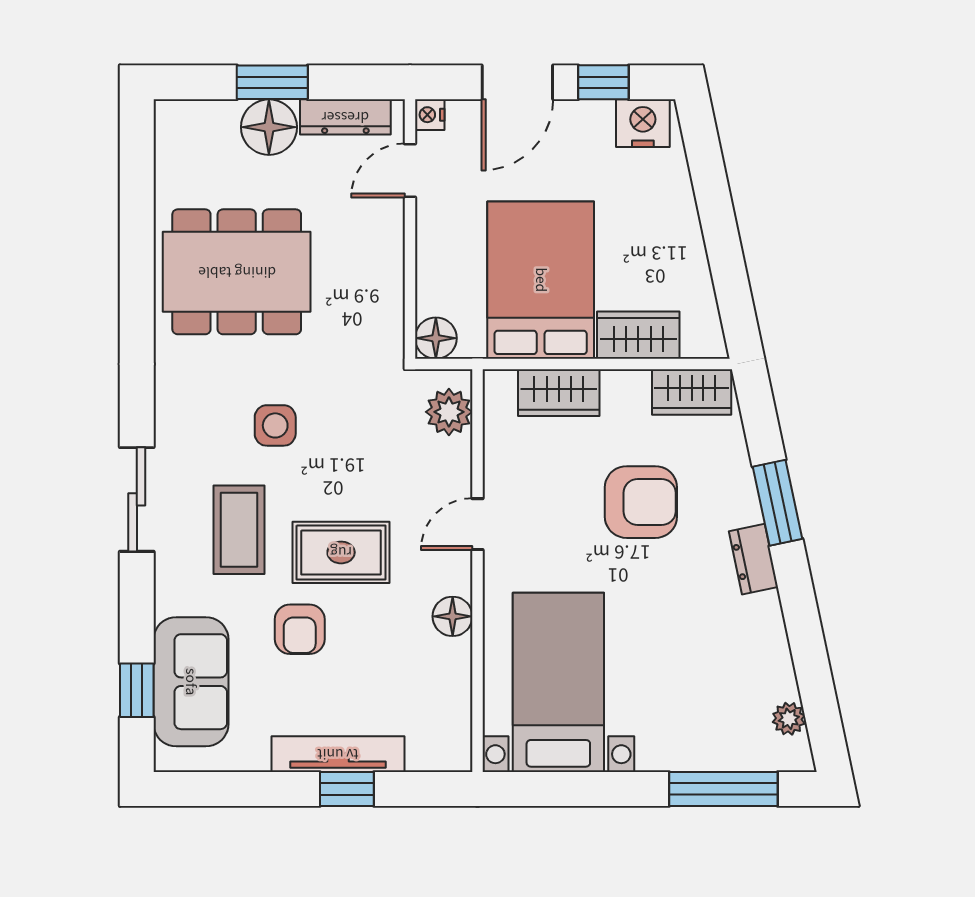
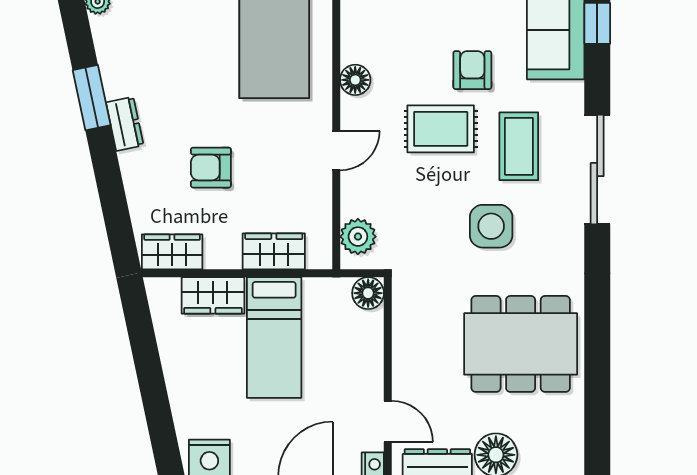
door: (410, 170) -> (388, 422), hinge flipped
bed: (541, 280) -> (274, 338), width x0.67
side table: (275, 425) -> (491, 226), width x1.37, depth x1.37
sliding door: (137, 499) -> (597, 170), width x1.37
armchair: (641, 502) -> (211, 168), width x0.72, depth x0.72
window: (777, 503) -> (92, 98), moved

